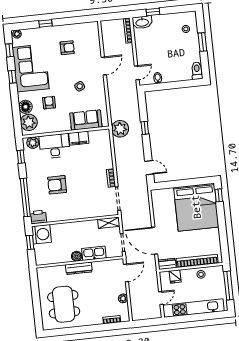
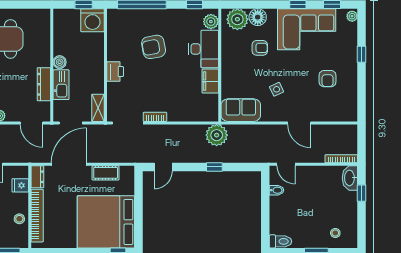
sofa: (86, 120) -> (241, 110), moved, turned -90
armchair: (57, 185) -> (154, 47), turned -100
cot: (158, 212) -> (106, 173), added
printer: (38, 217) -> (115, 72), moved
dresser: (79, 268) -> (44, 84), moved

